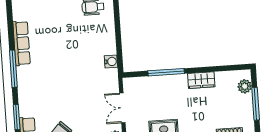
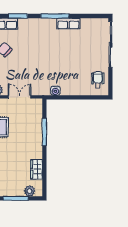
row of seats: (22, 43) -> (68, 24), width x0.68
wardrobe: (201, 80) -> (36, 169), moved

